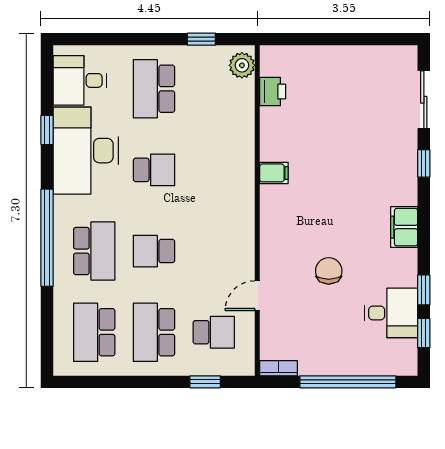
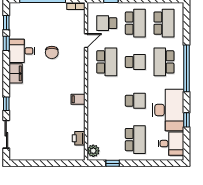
school desk: (154, 170) -> (135, 101), turned 180
school desk: (214, 251) -> (107, 62), added
desk: (391, 313) -> (22, 51), moved

